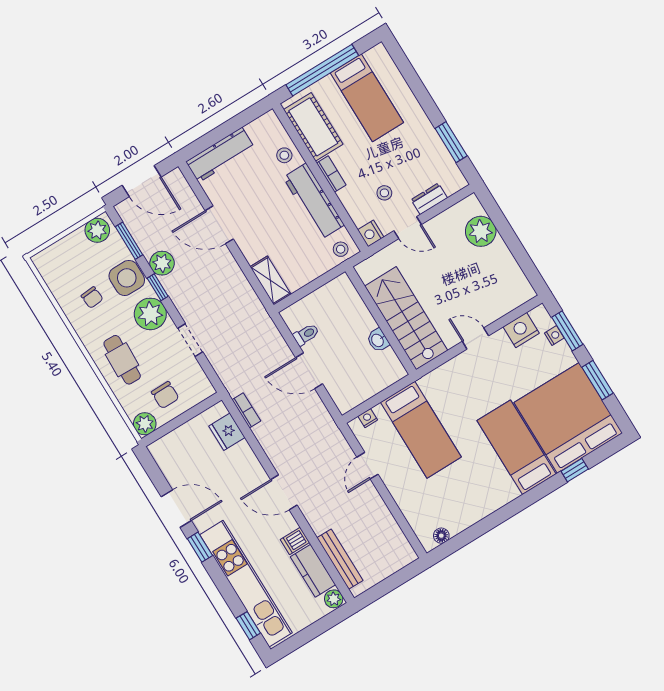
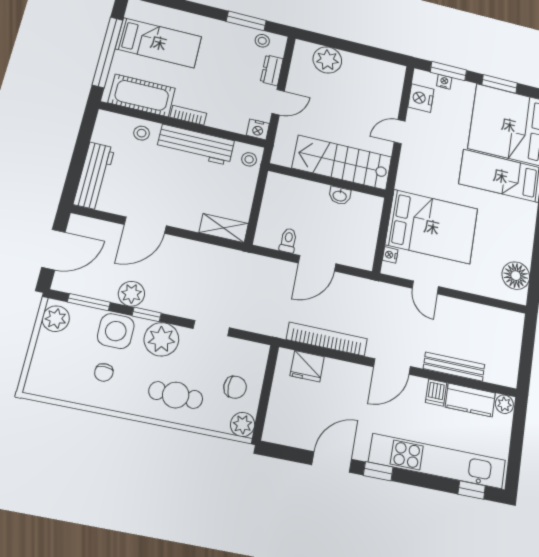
stool: (384, 193) -> (262, 41), moved
chair: (92, 297) -> (104, 372), turned 95
bookcase: (246, 410) -> (327, 339), width x2.31, depth x1.31
bed: (421, 430) -> (432, 227), width x1.50
floor lamp: (441, 536) -> (516, 276), width x1.89, depth x1.89
bench: (340, 559) -> (454, 367), moved

